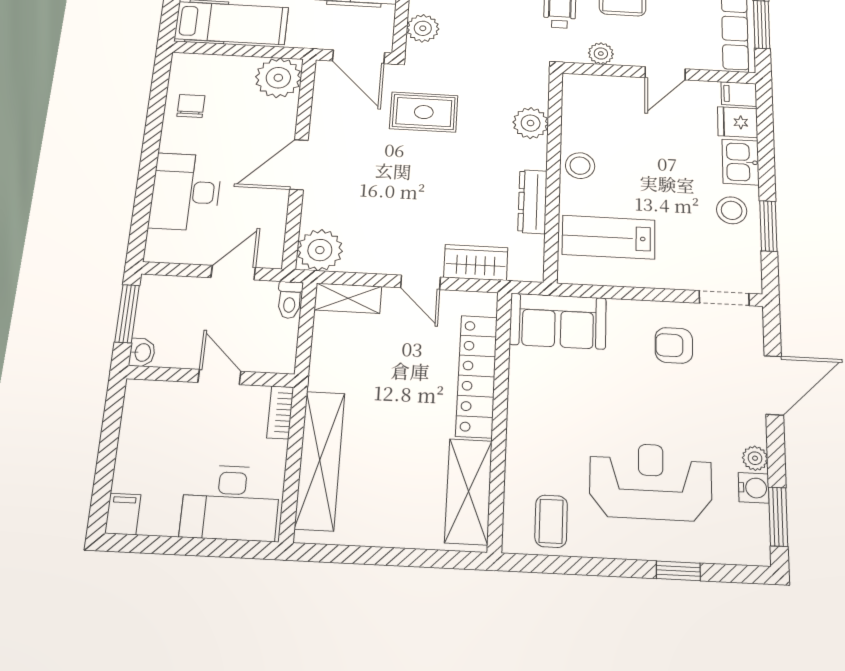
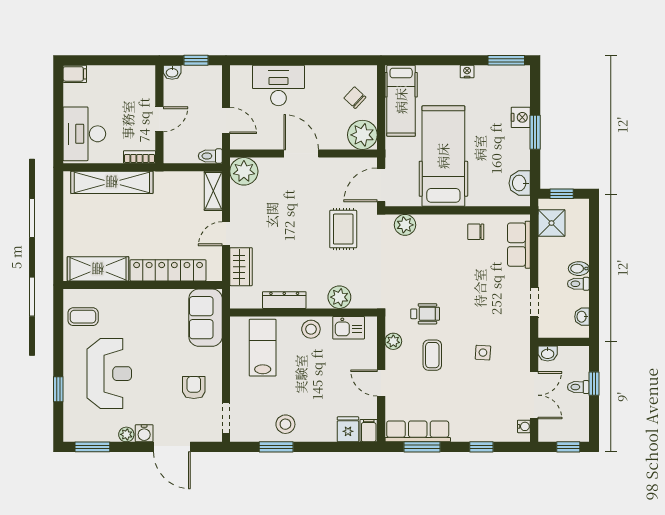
chair: (191, 106) -> (355, 98), moved, turned -137
kitchen sink: (741, 162) -> (349, 328), moved, turned 180
window: (127, 314) -> (196, 60), width x0.67
water cooler: (754, 488) -> (144, 433), moved

